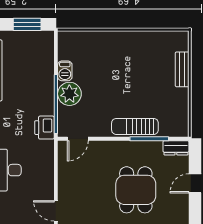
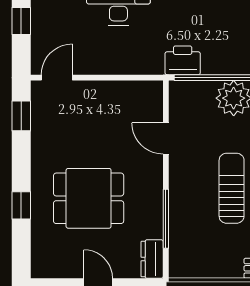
sun lounger: (135, 126) -> (232, 188), moved
door: (78, 139) -> (166, 138), moved

